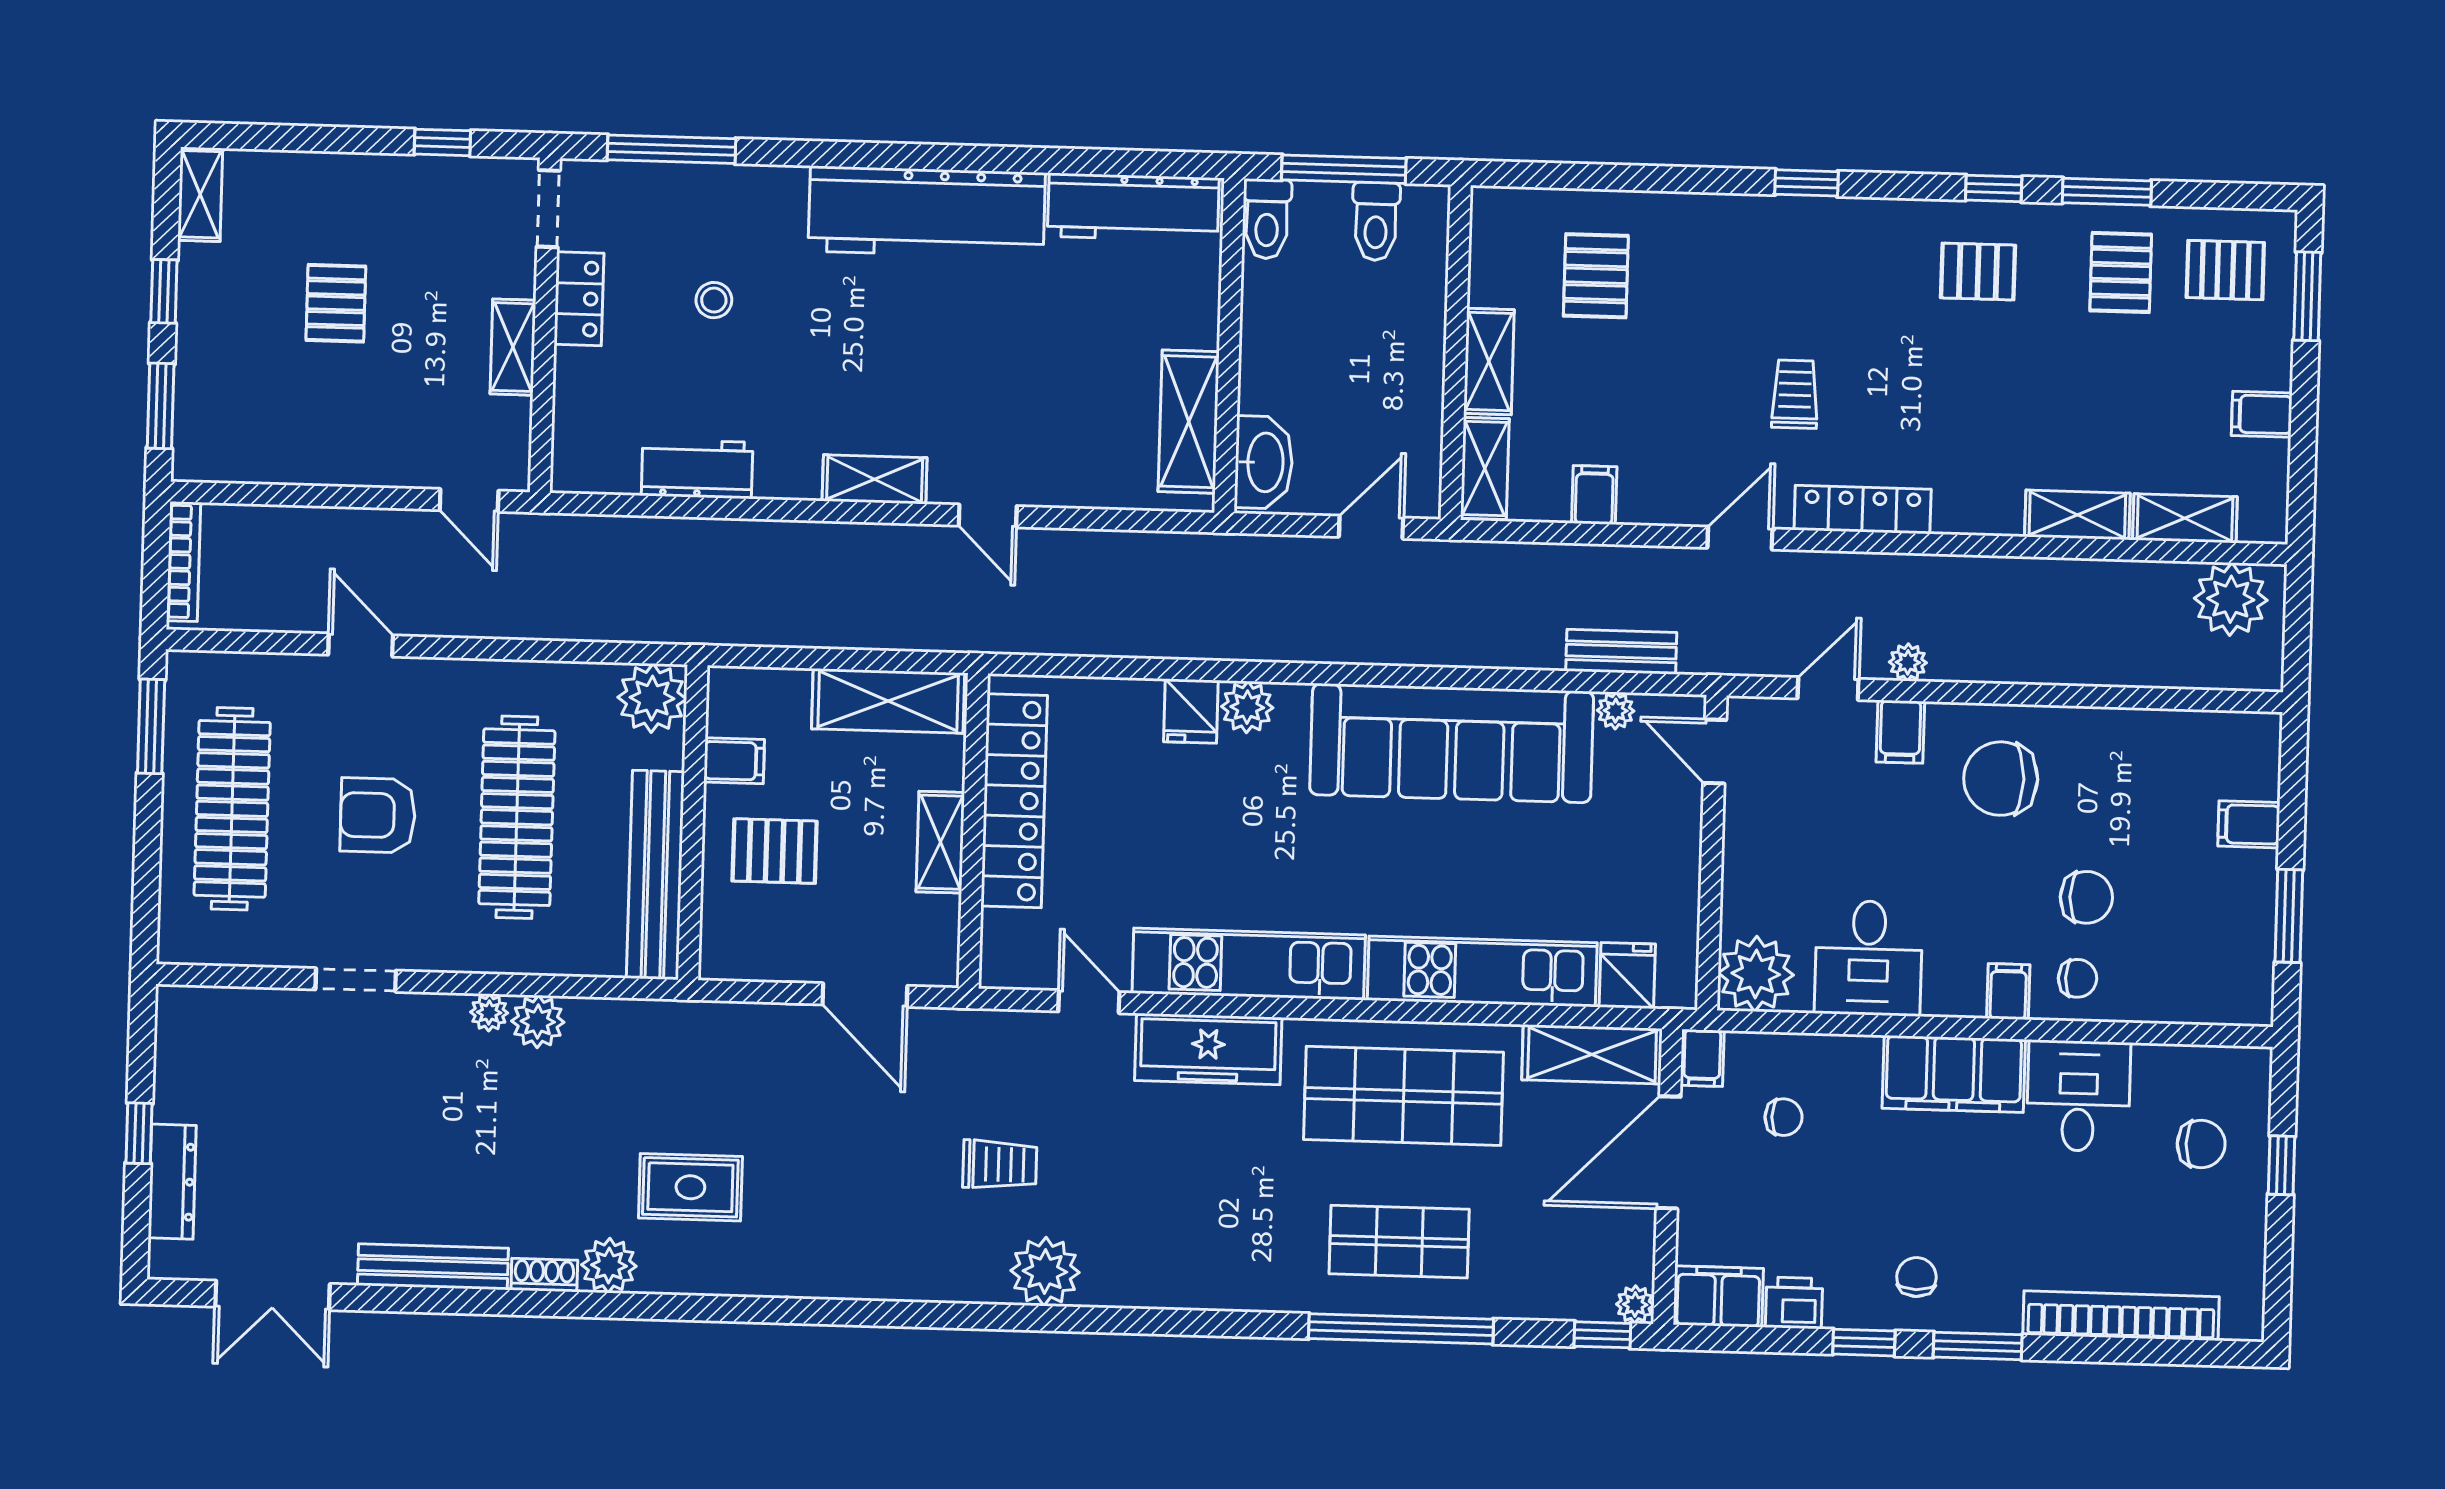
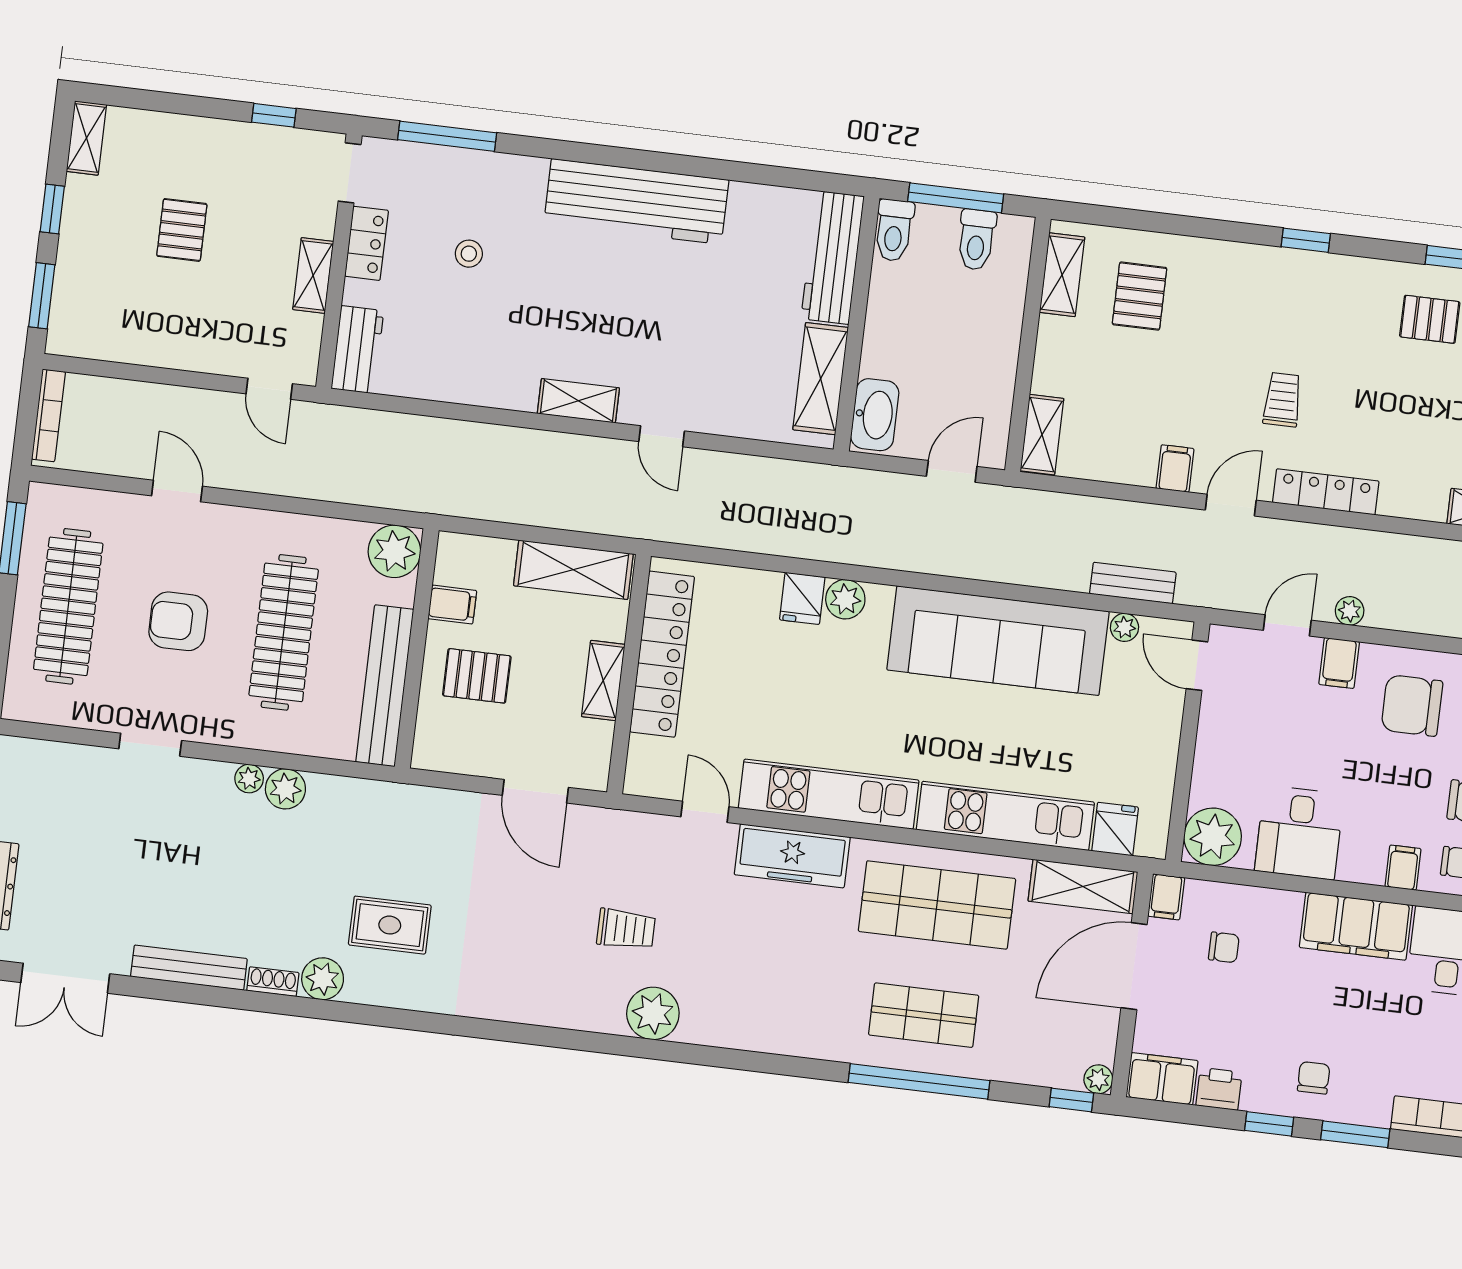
workbench: (1133, 207) -> (833, 258), moved, turned 90
shelving: (1489, 361) -> (1062, 275), moved
workbench: (697, 469) -> (357, 350), moved, turned 90
filing cabinet: (1594, 495) -> (1175, 469), moved

